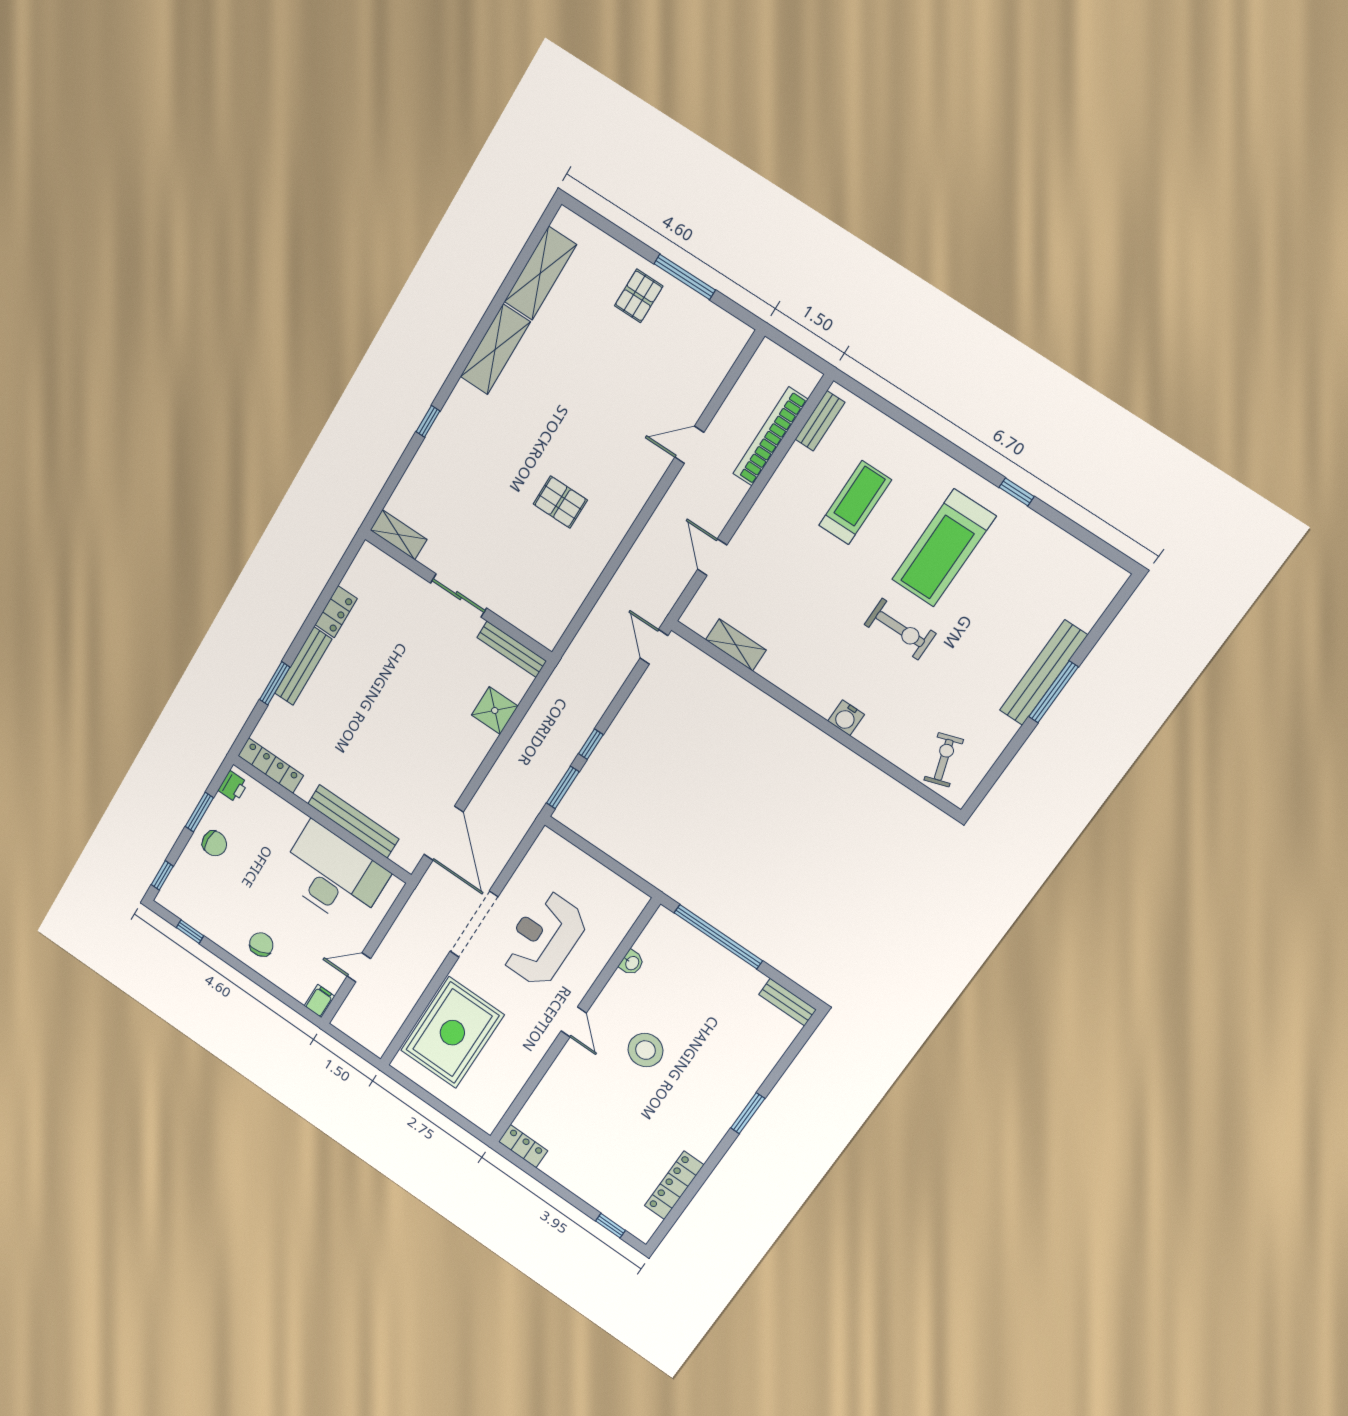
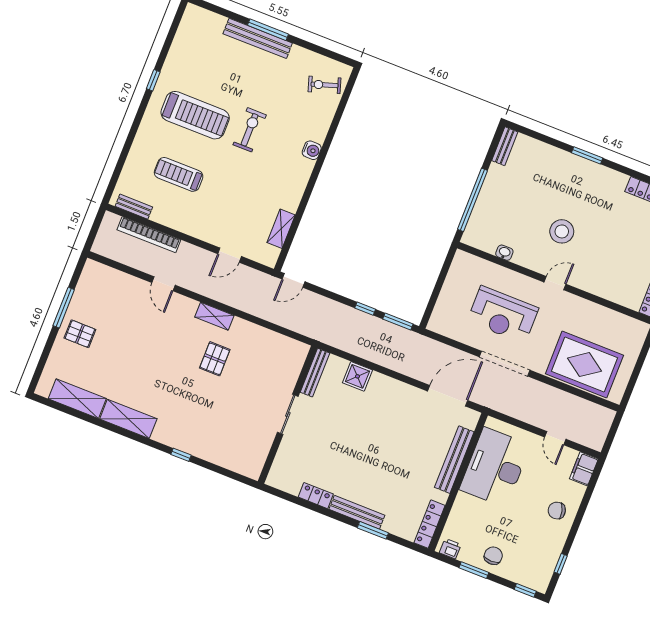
shelving: (399, 535) -> (214, 316), moved, turned 90
filing cabinet: (319, 1001) -> (584, 469), width x2.00

